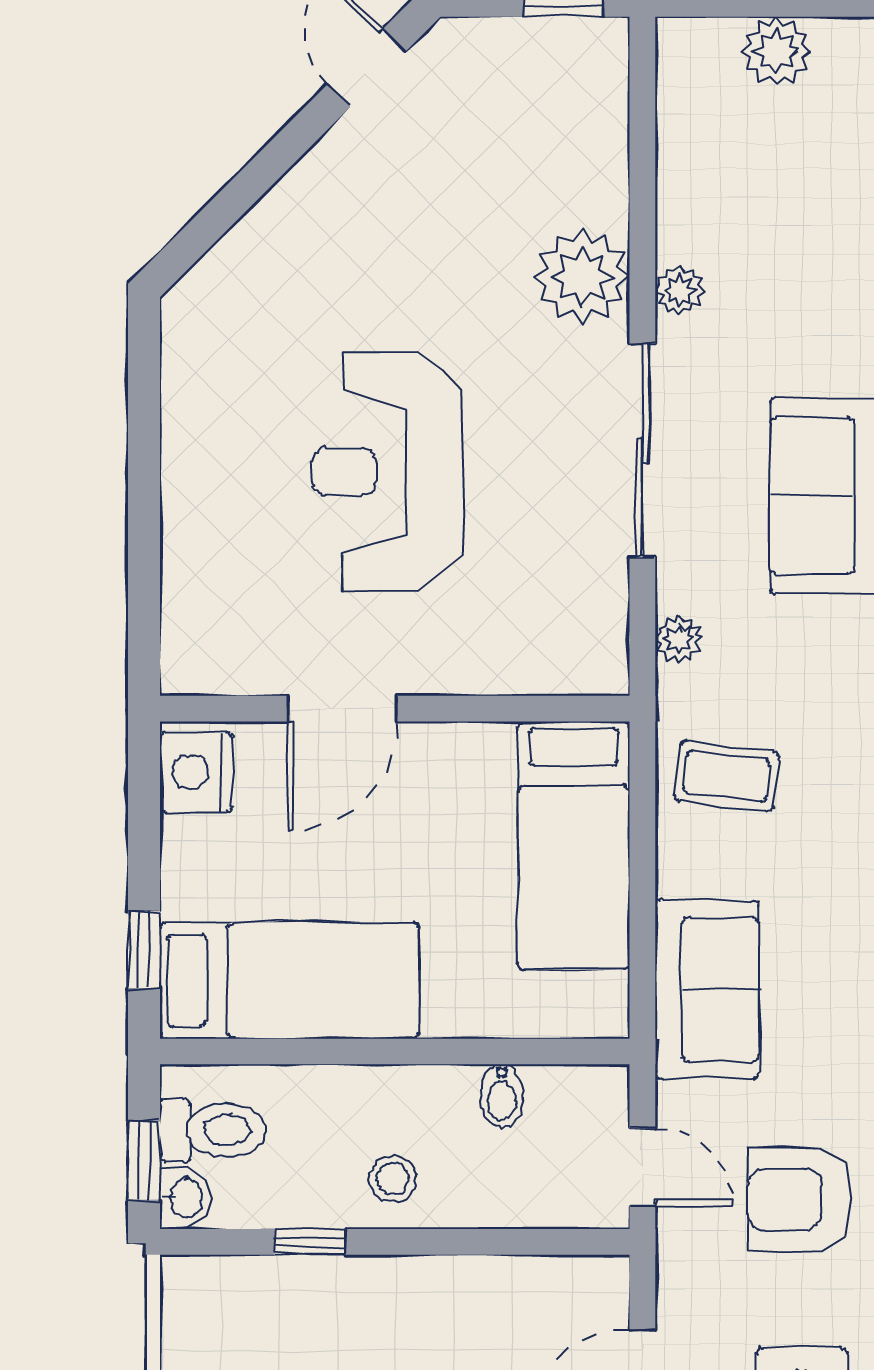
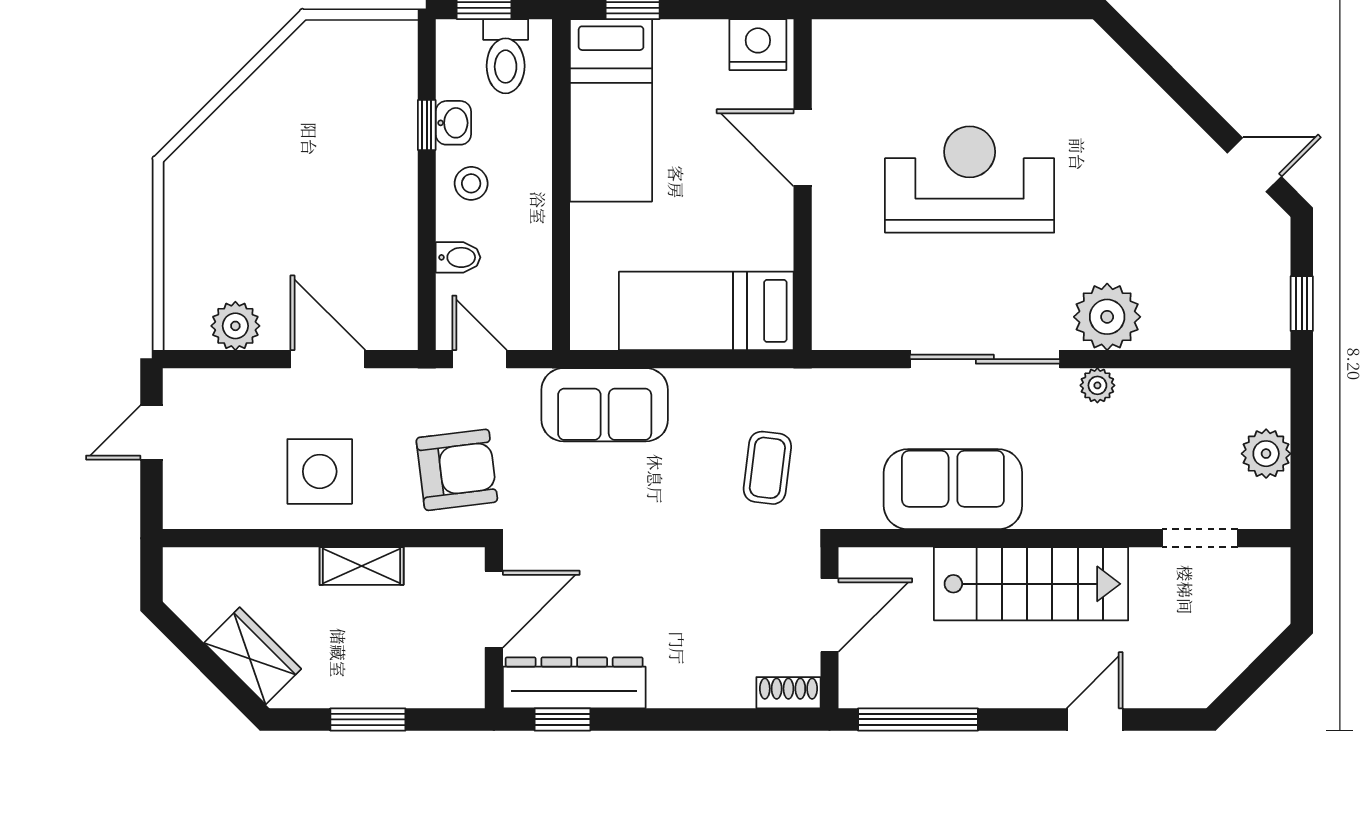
plant: (679, 639) -> (852, 385), removed
coffee table: (727, 776) -> (767, 468), moved
bidet: (502, 1096) -> (458, 257), moved, turned 180
door: (642, 1167) -> (480, 359), swing flipped
washbasin: (185, 1198) -> (453, 123), moved, turned -90
armchair: (799, 1199) -> (457, 470), turned 83

